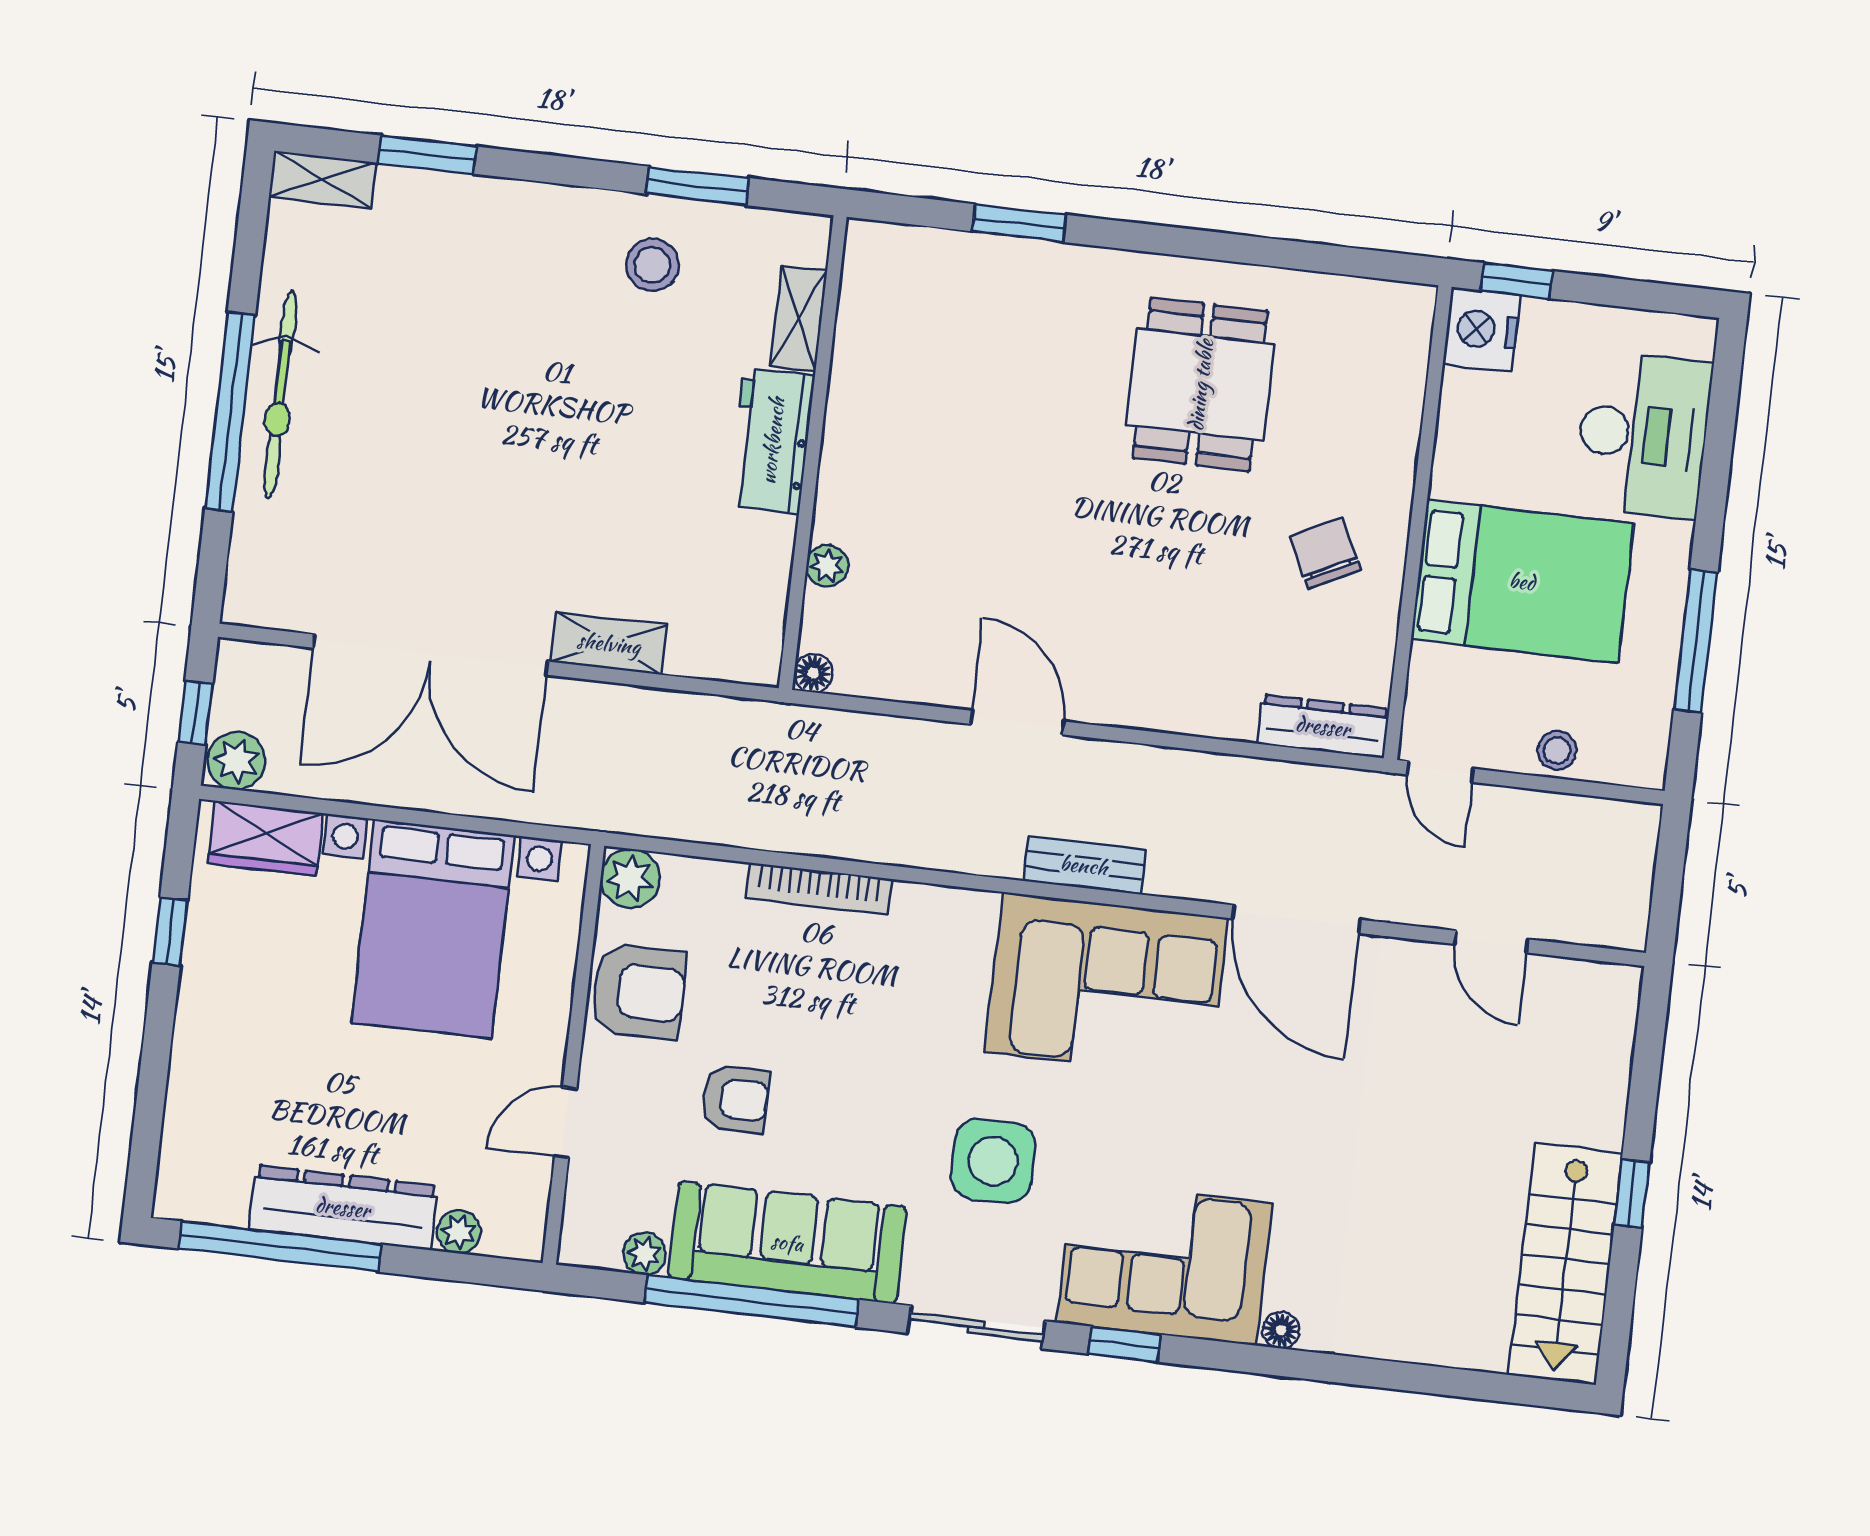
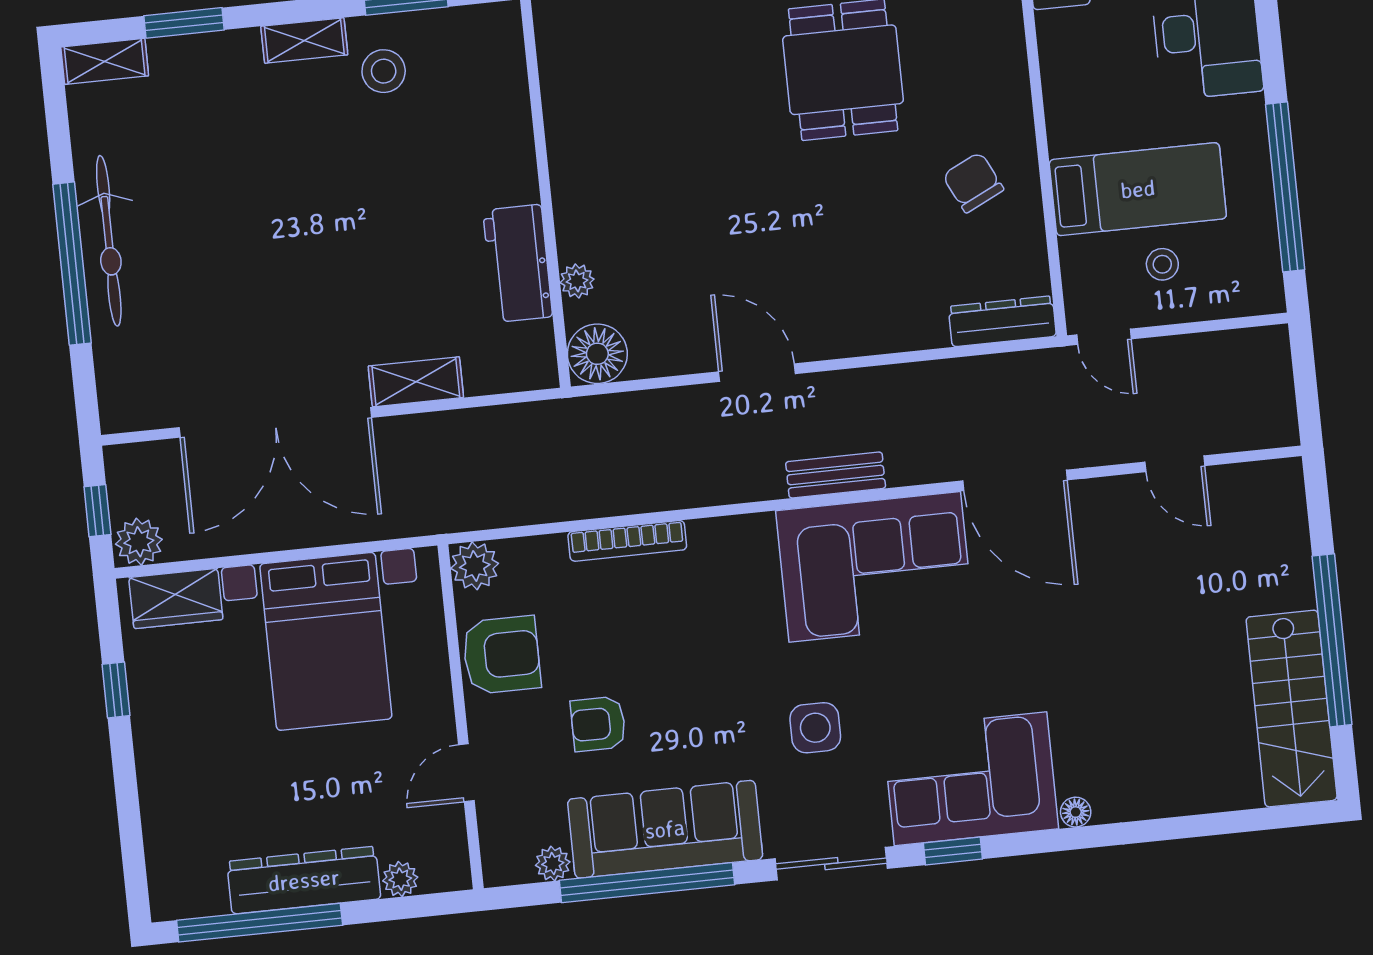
shelving: (799, 319) -> (304, 41), moved, turned 90
workbench: (772, 441) -> (518, 263), moved
bed: (1522, 581) -> (1138, 189), width x0.67
window: (1696, 641) -> (1285, 187), width x1.46
floor lamp: (813, 673) -> (597, 354), width x1.89, depth x1.89
stool: (1557, 750) -> (1162, 264), moved
armchair: (735, 1099) -> (598, 724), turned 180
side table: (993, 1161) -> (815, 728), width x0.73, depth x0.73
window: (1632, 1193) -> (1332, 640), width x3.17

